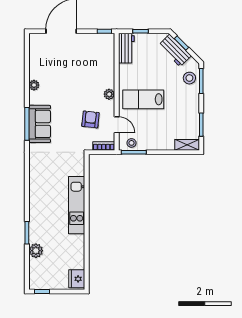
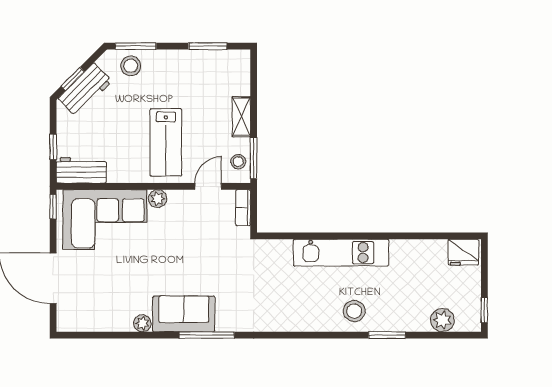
corner sofa: (97, 62) -> (105, 219), added
armchair: (90, 119) -> (199, 230), removed
sofa: (40, 124) -> (184, 314), moved
shelving: (187, 145) -> (241, 117), moved
stool: (41, 213) -> (354, 311), added
plant: (36, 251) -> (442, 320), moved

